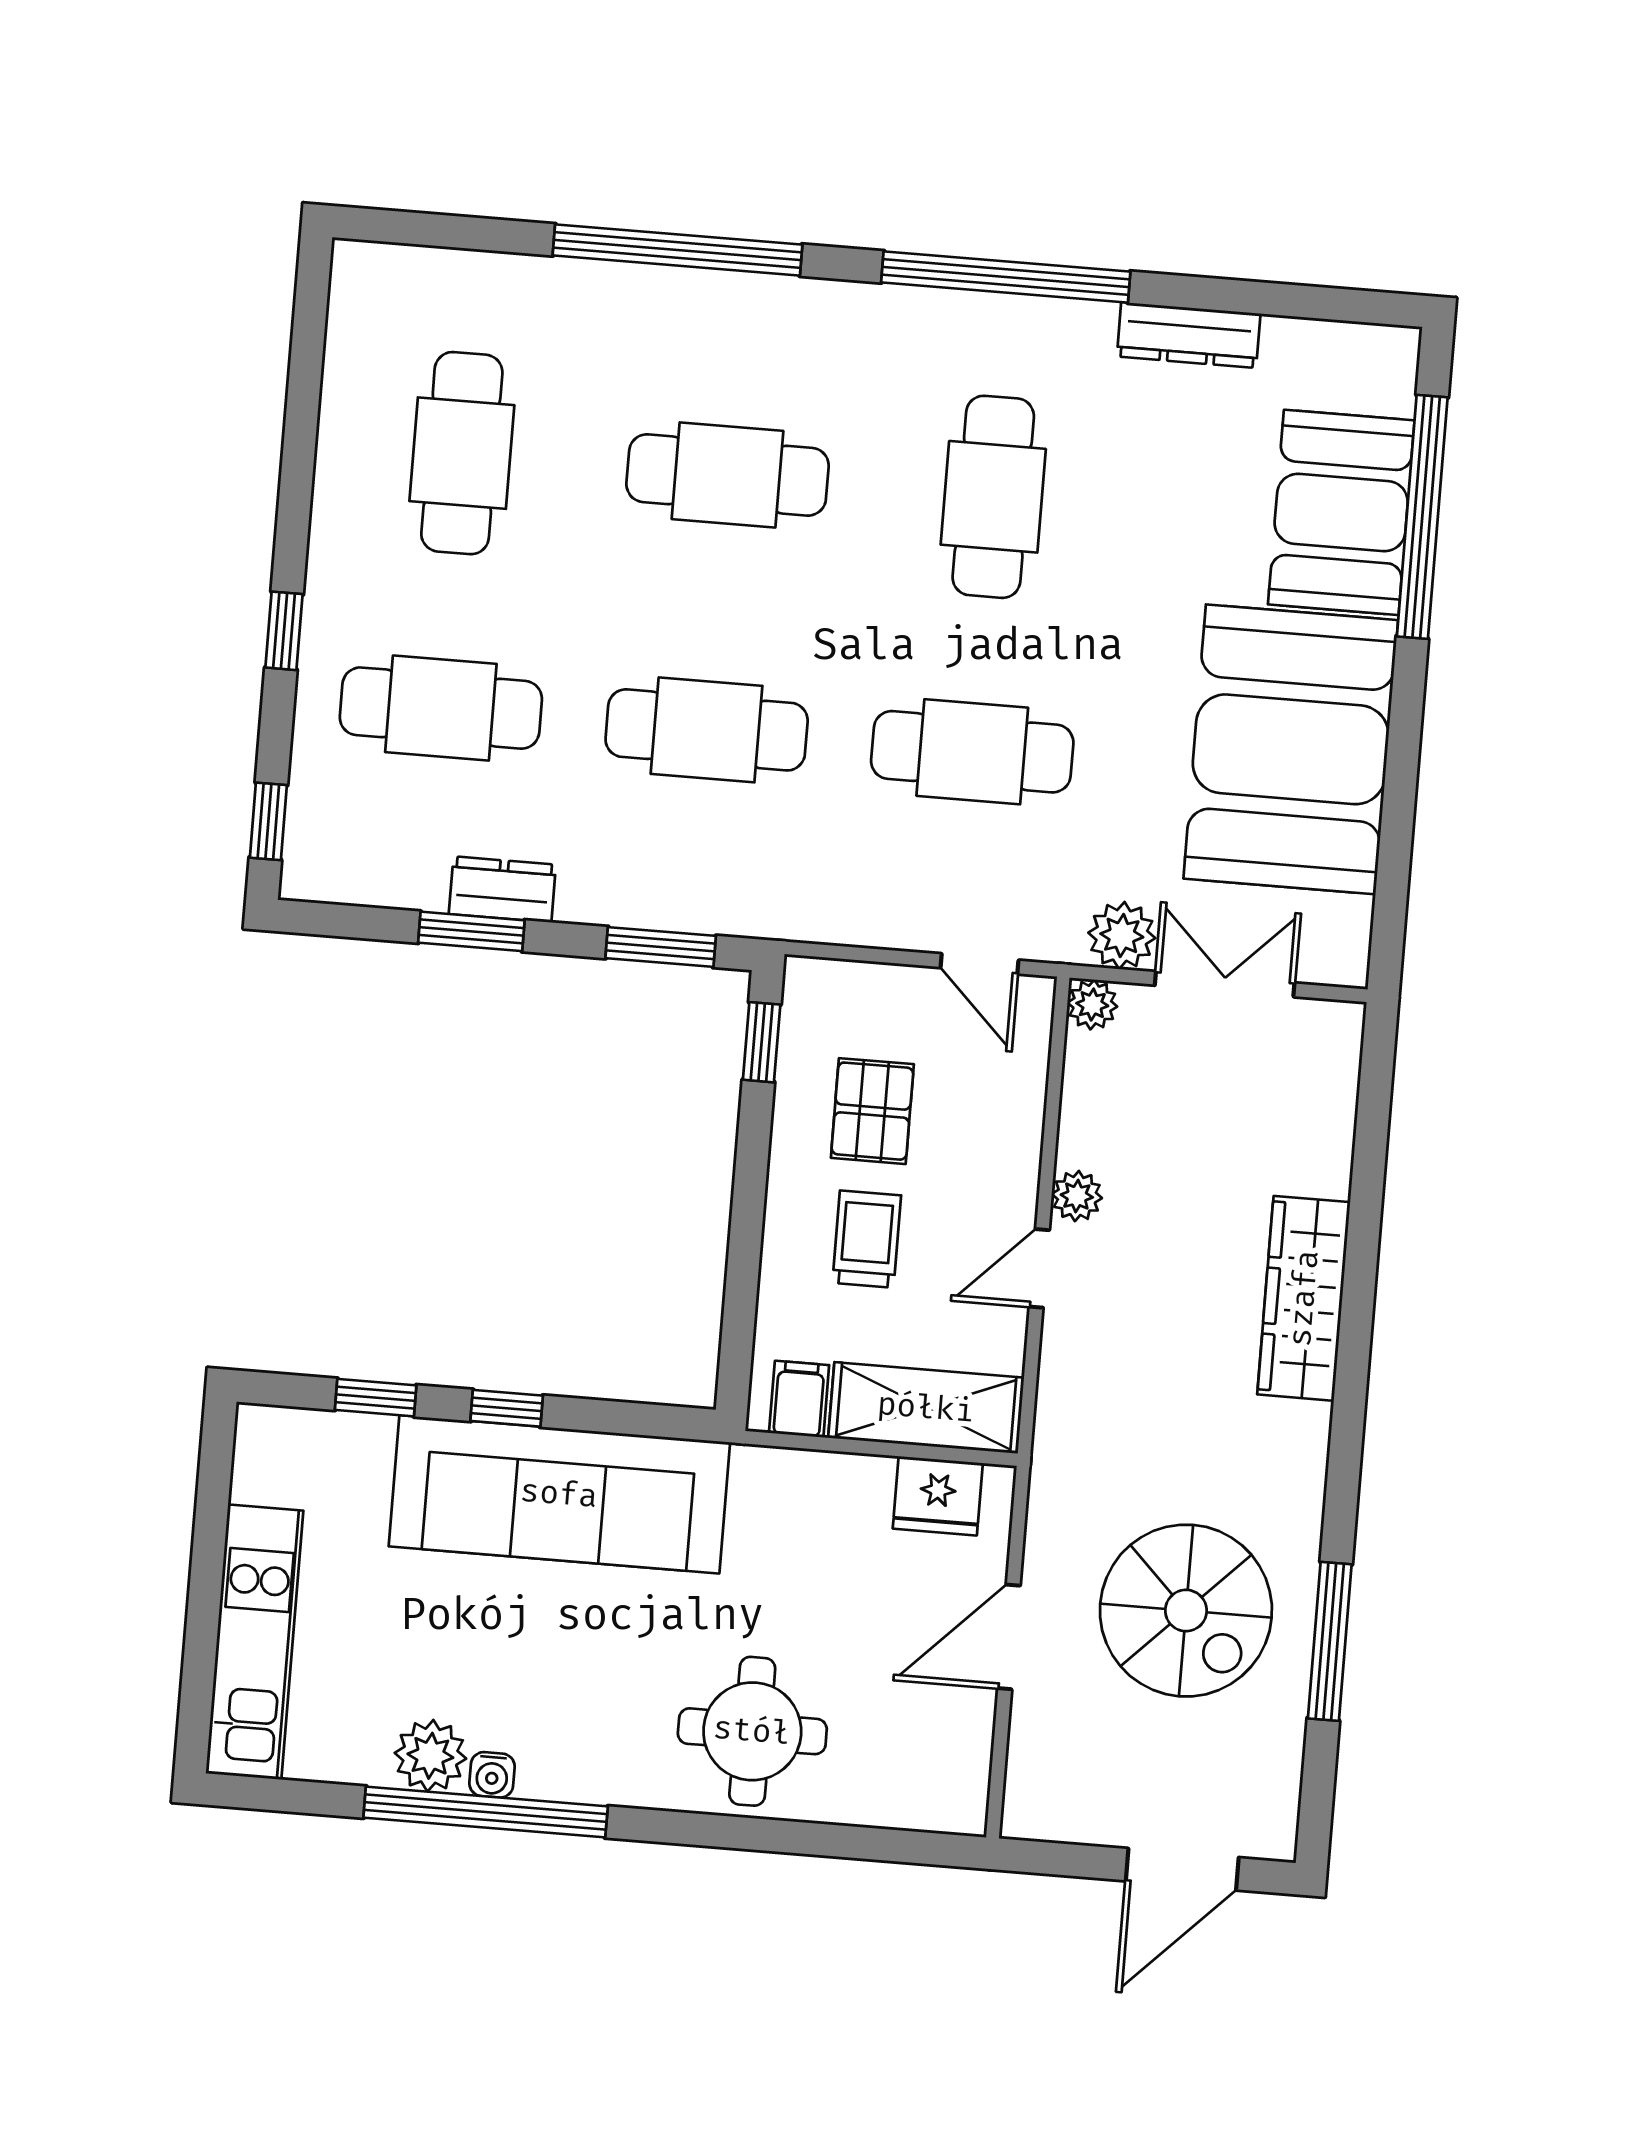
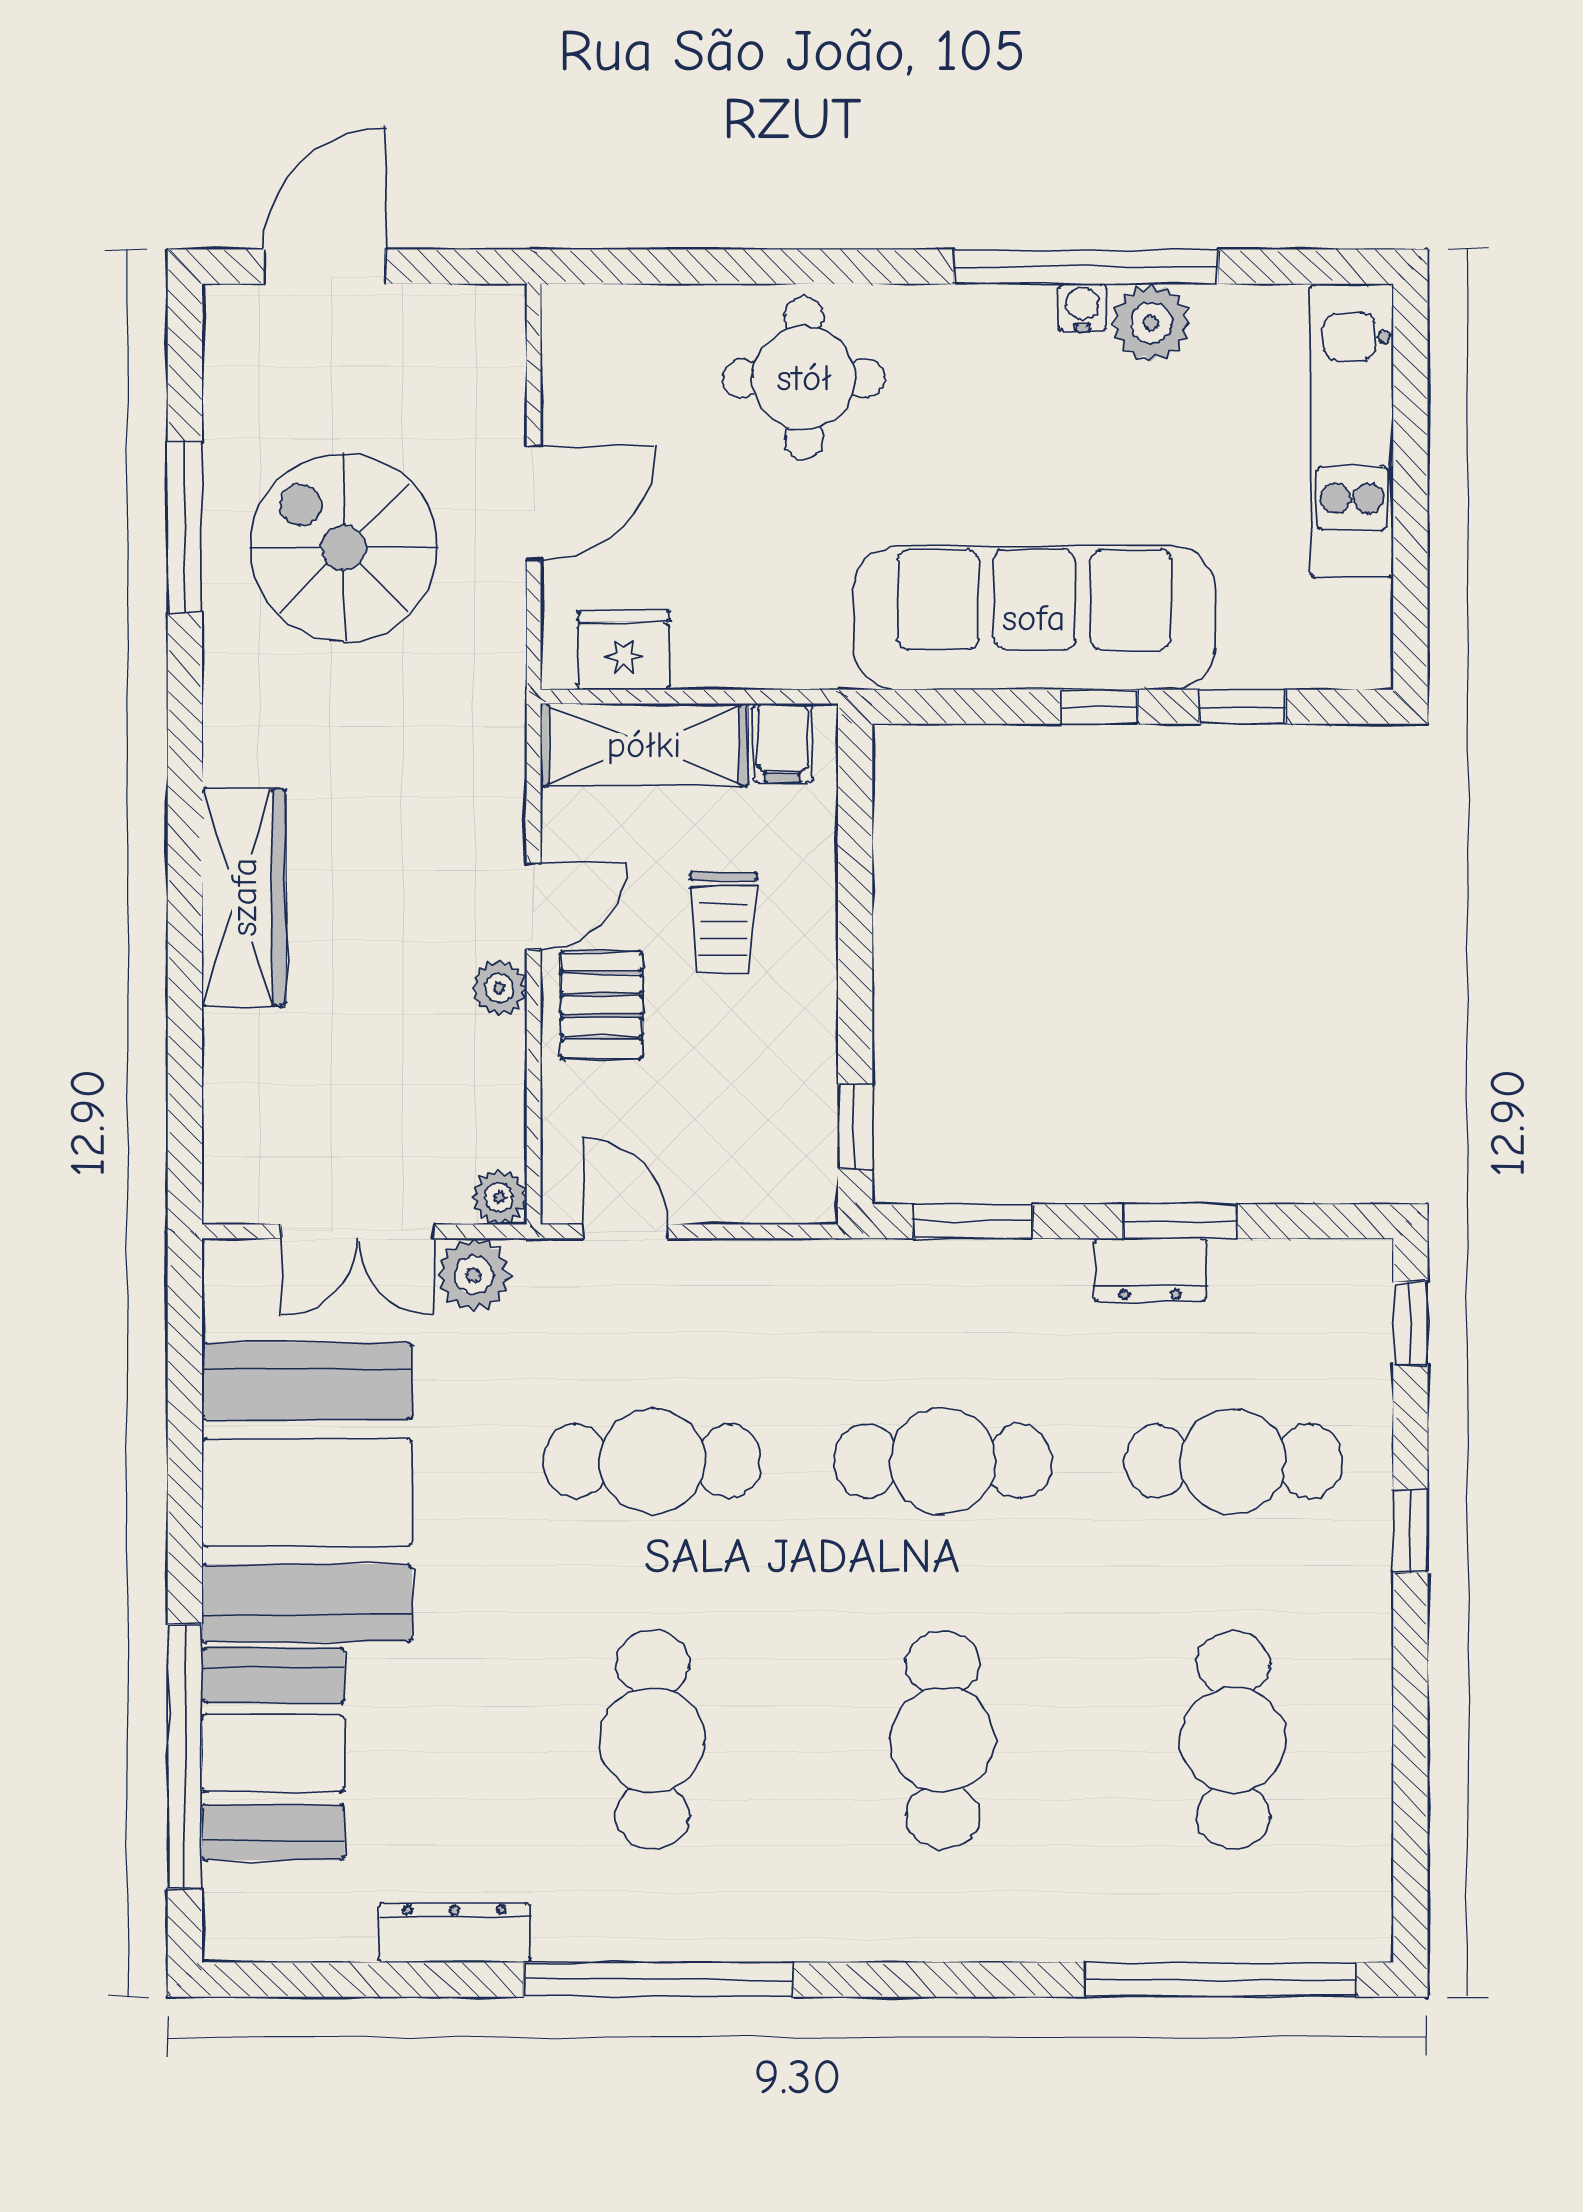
window: (677, 250) -> (1221, 1980), moved
cafe table: (728, 475) -> (943, 1740), turned 90
pallet: (872, 1111) -> (601, 1005), moved

